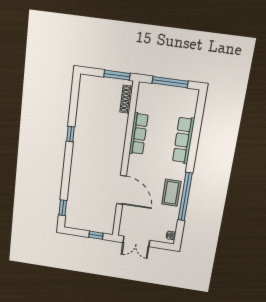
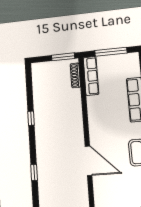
row of seats: (139, 134) -> (91, 76), moved
window: (63, 208) -> (34, 172), moved

